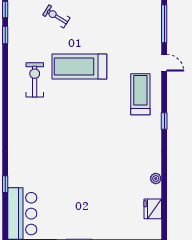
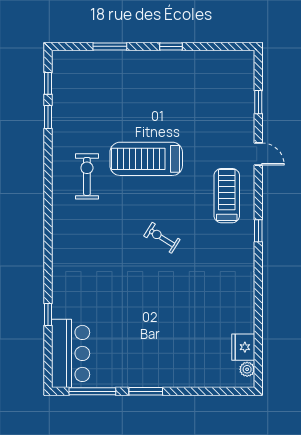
exercise bike: (56, 16) -> (162, 238), moved
window: (164, 24) -> (258, 102), width x0.46
plant: (156, 179) -> (247, 369), moved

